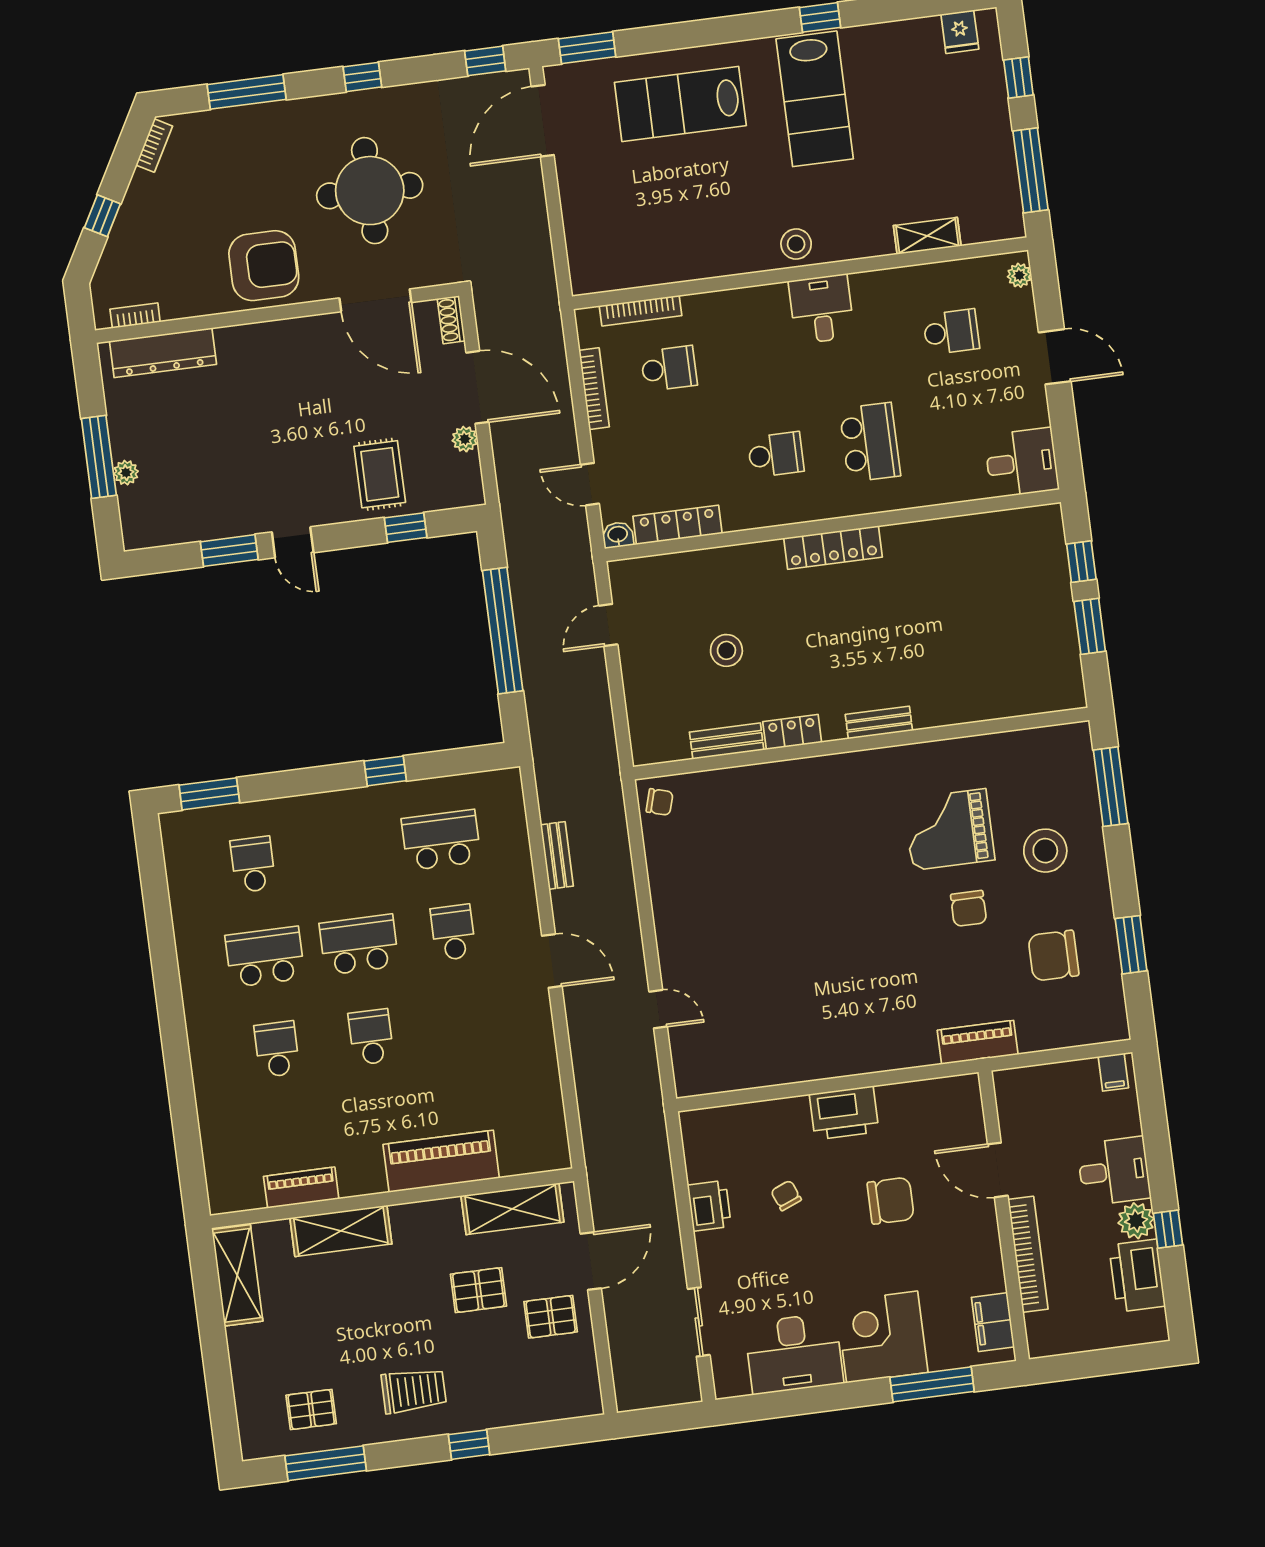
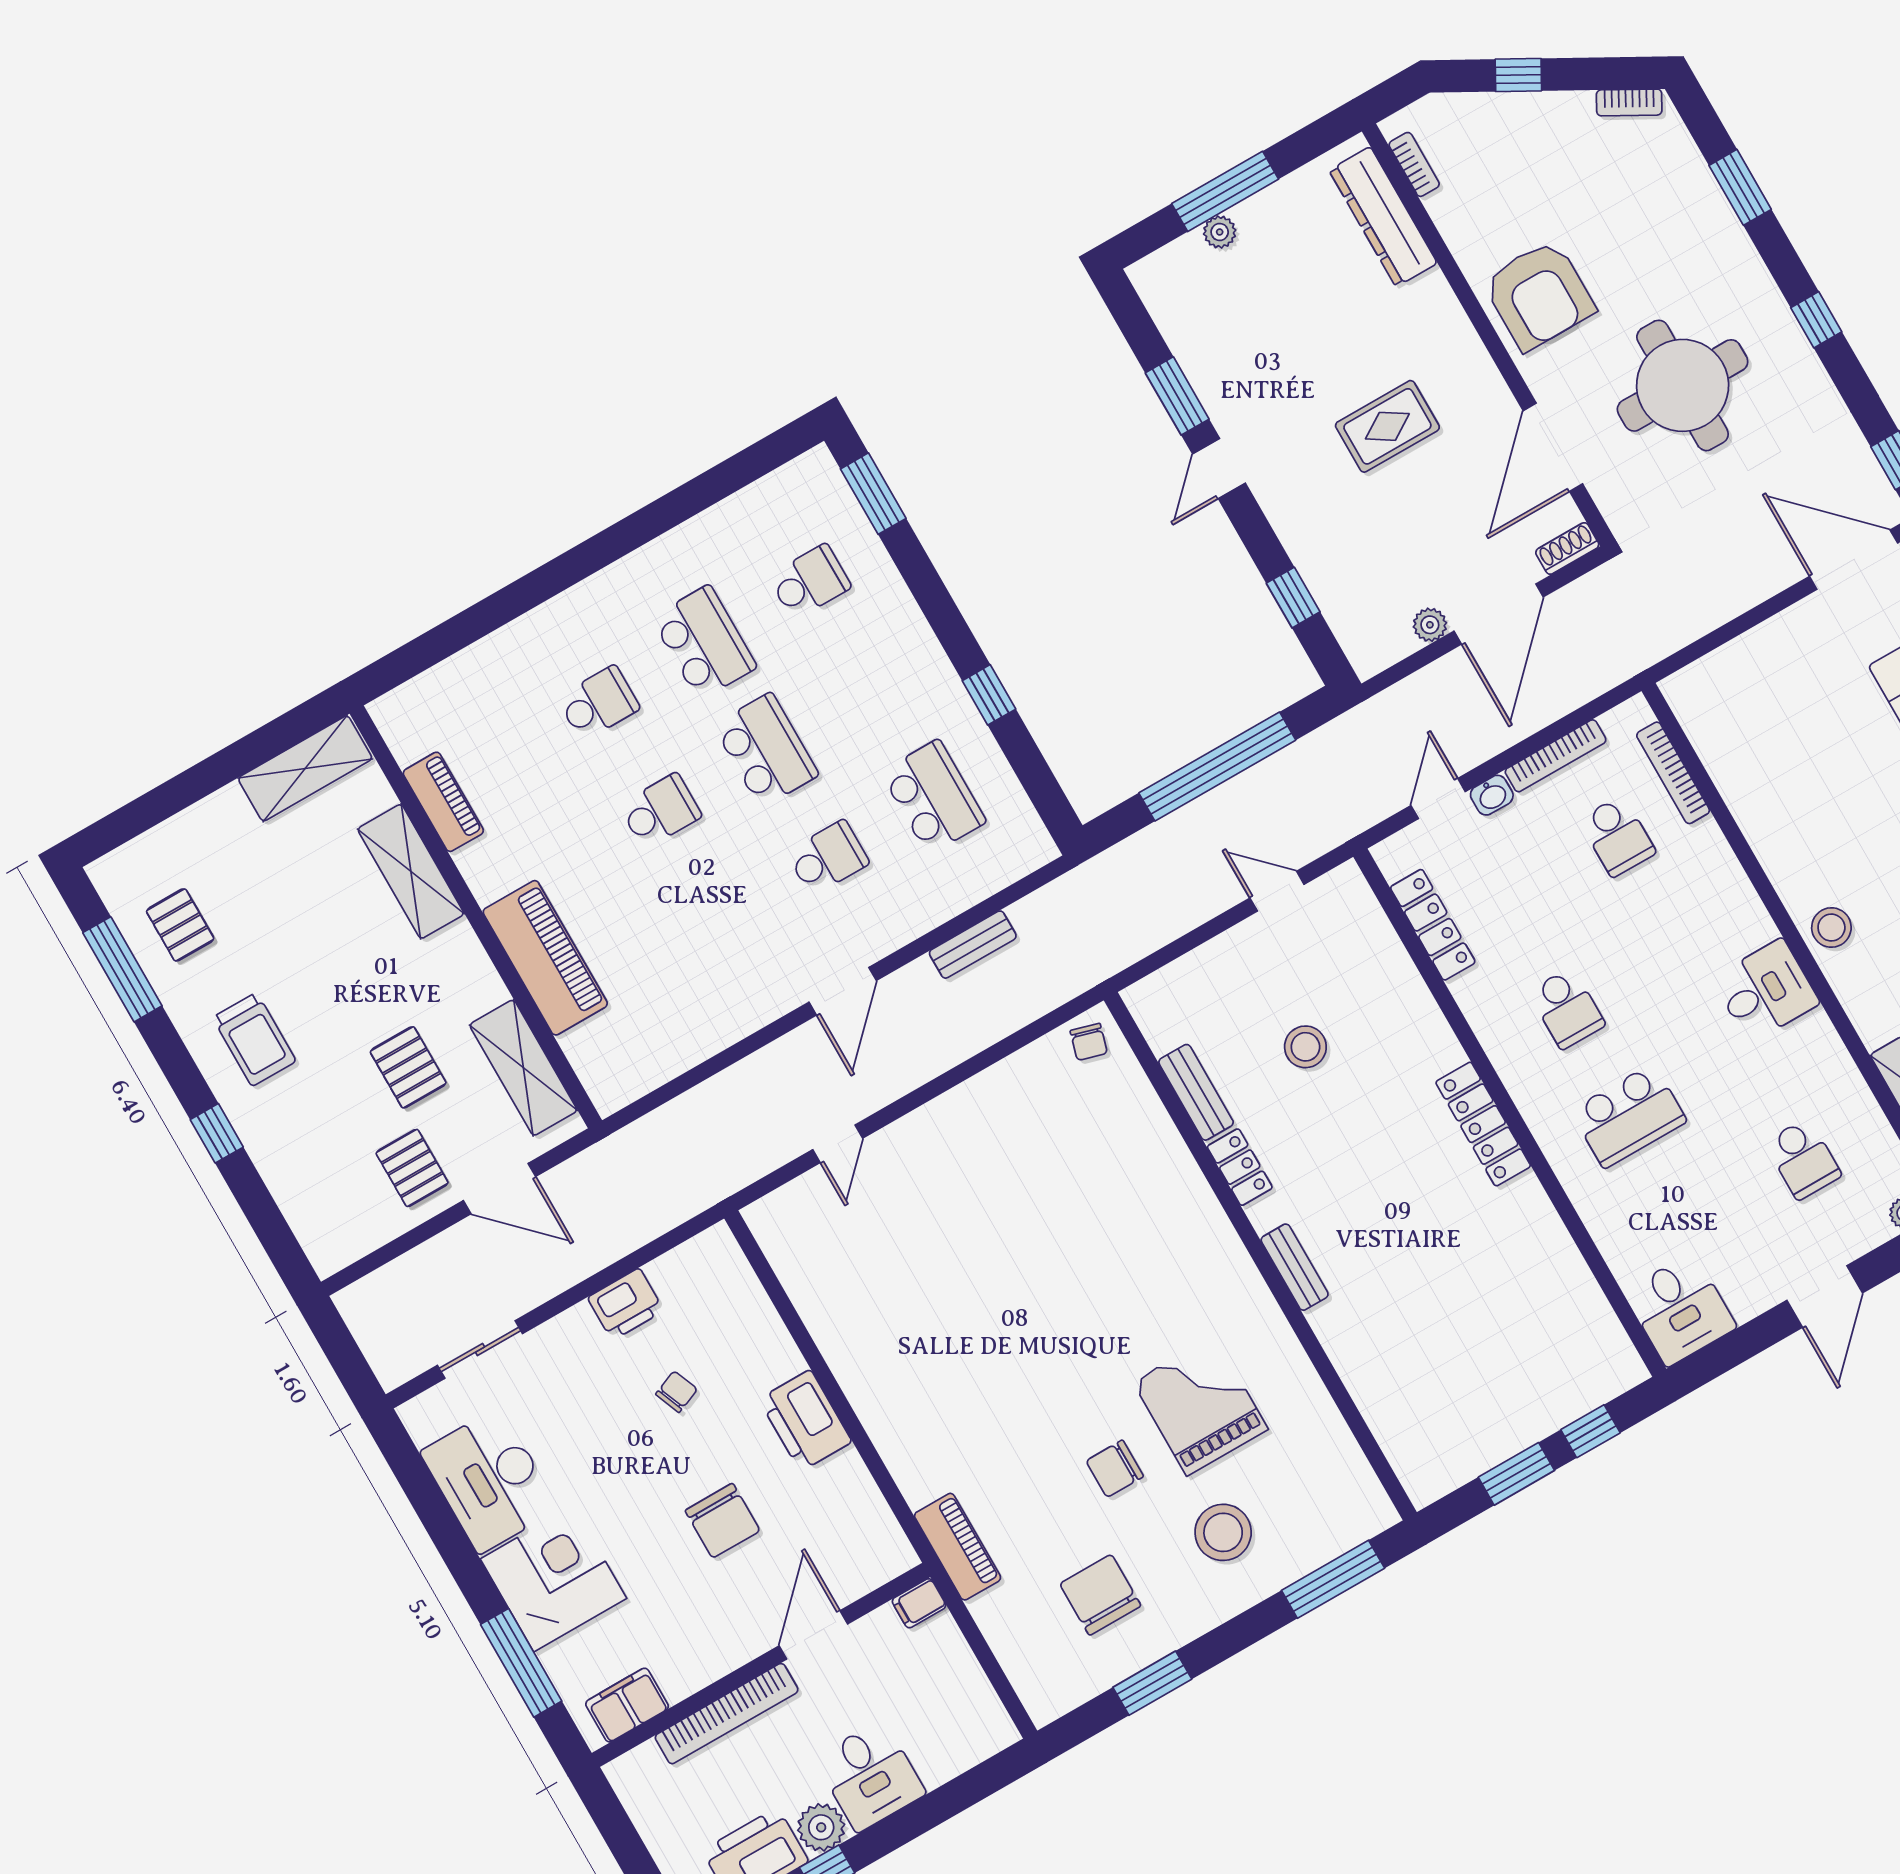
window: (247, 92) -> (1740, 187), width x0.69
rug: (380, 474) -> (1387, 426), moved
washbasin: (618, 535) -> (1492, 795), moved, turned 90
filing cabinet: (1113, 1072) -> (919, 1603), moved

